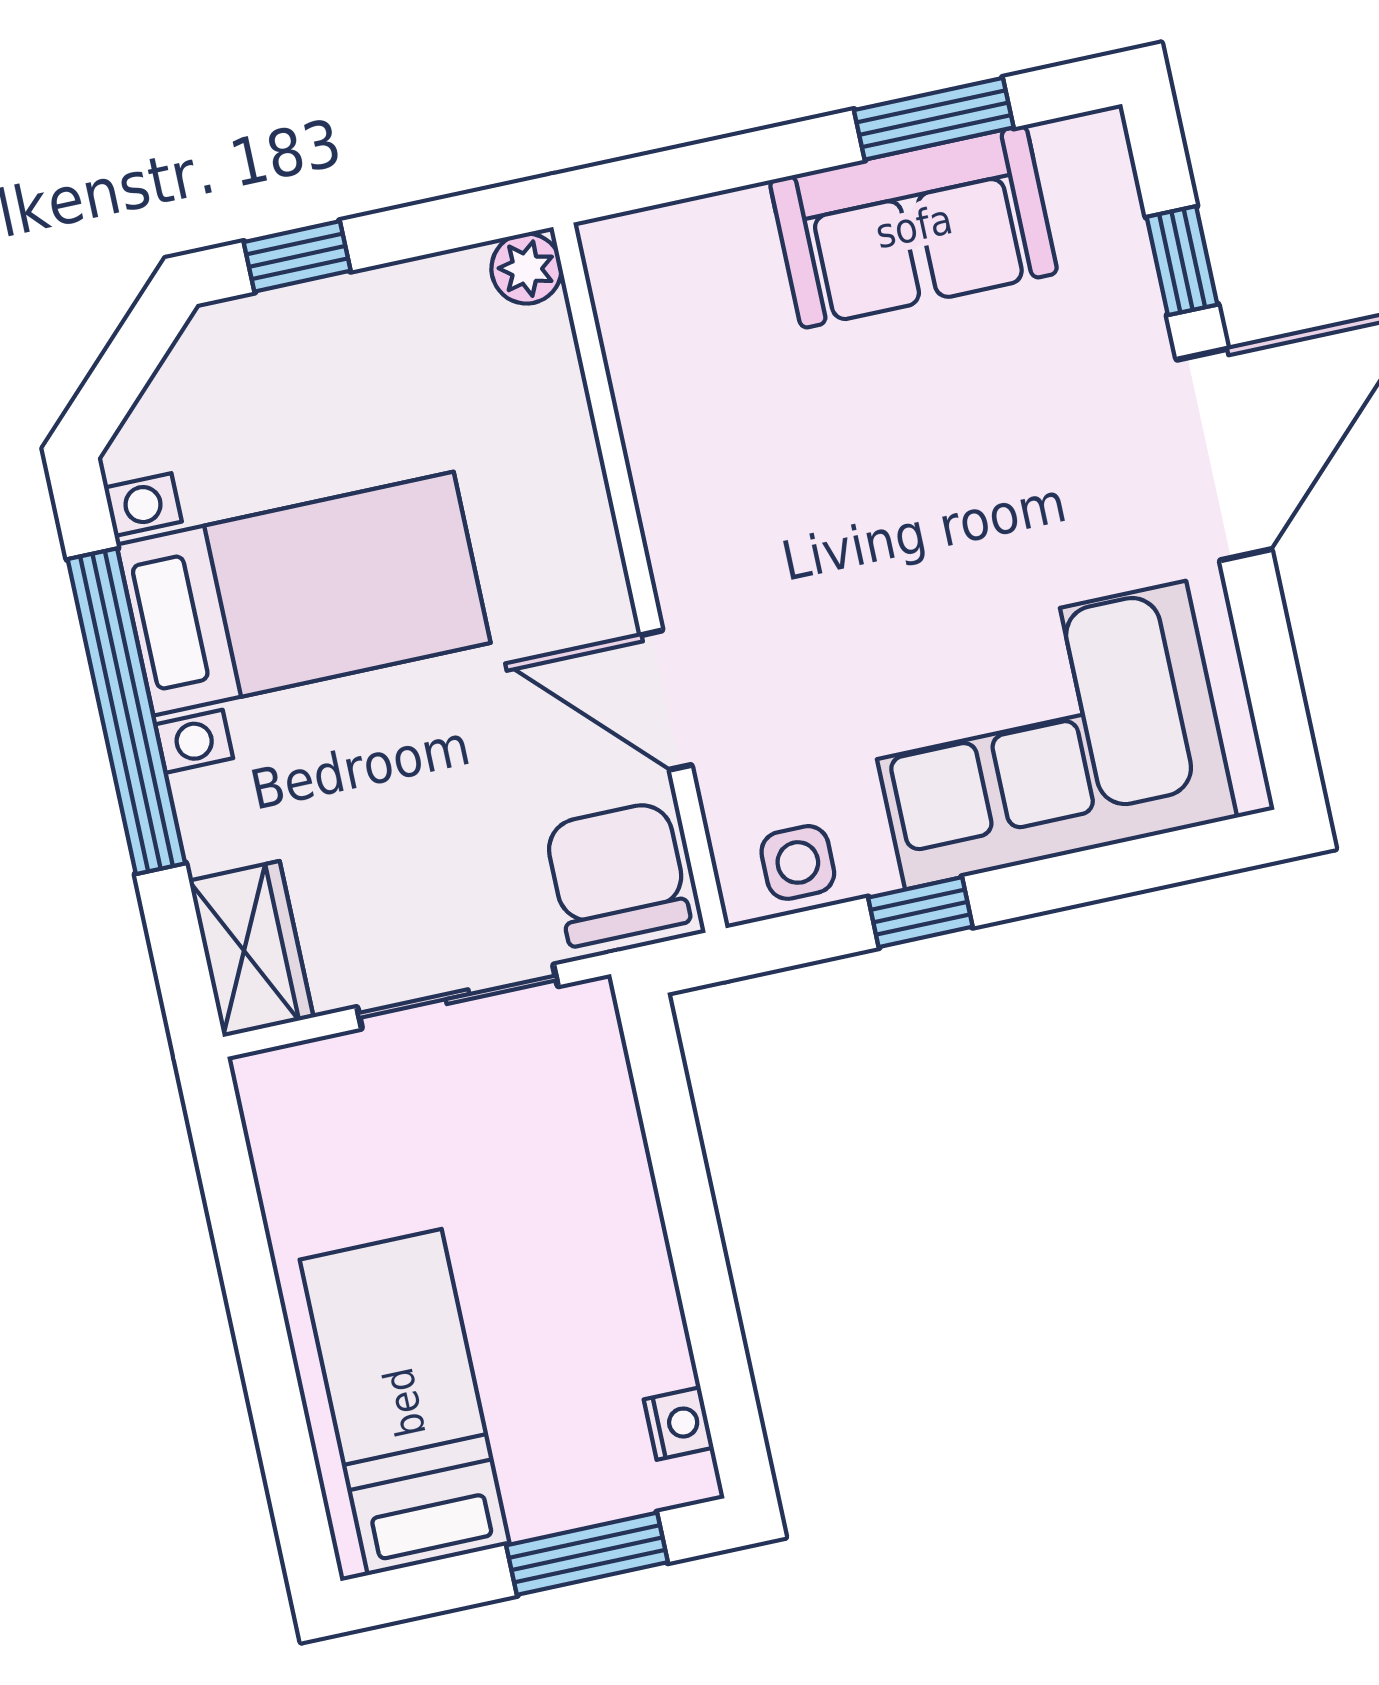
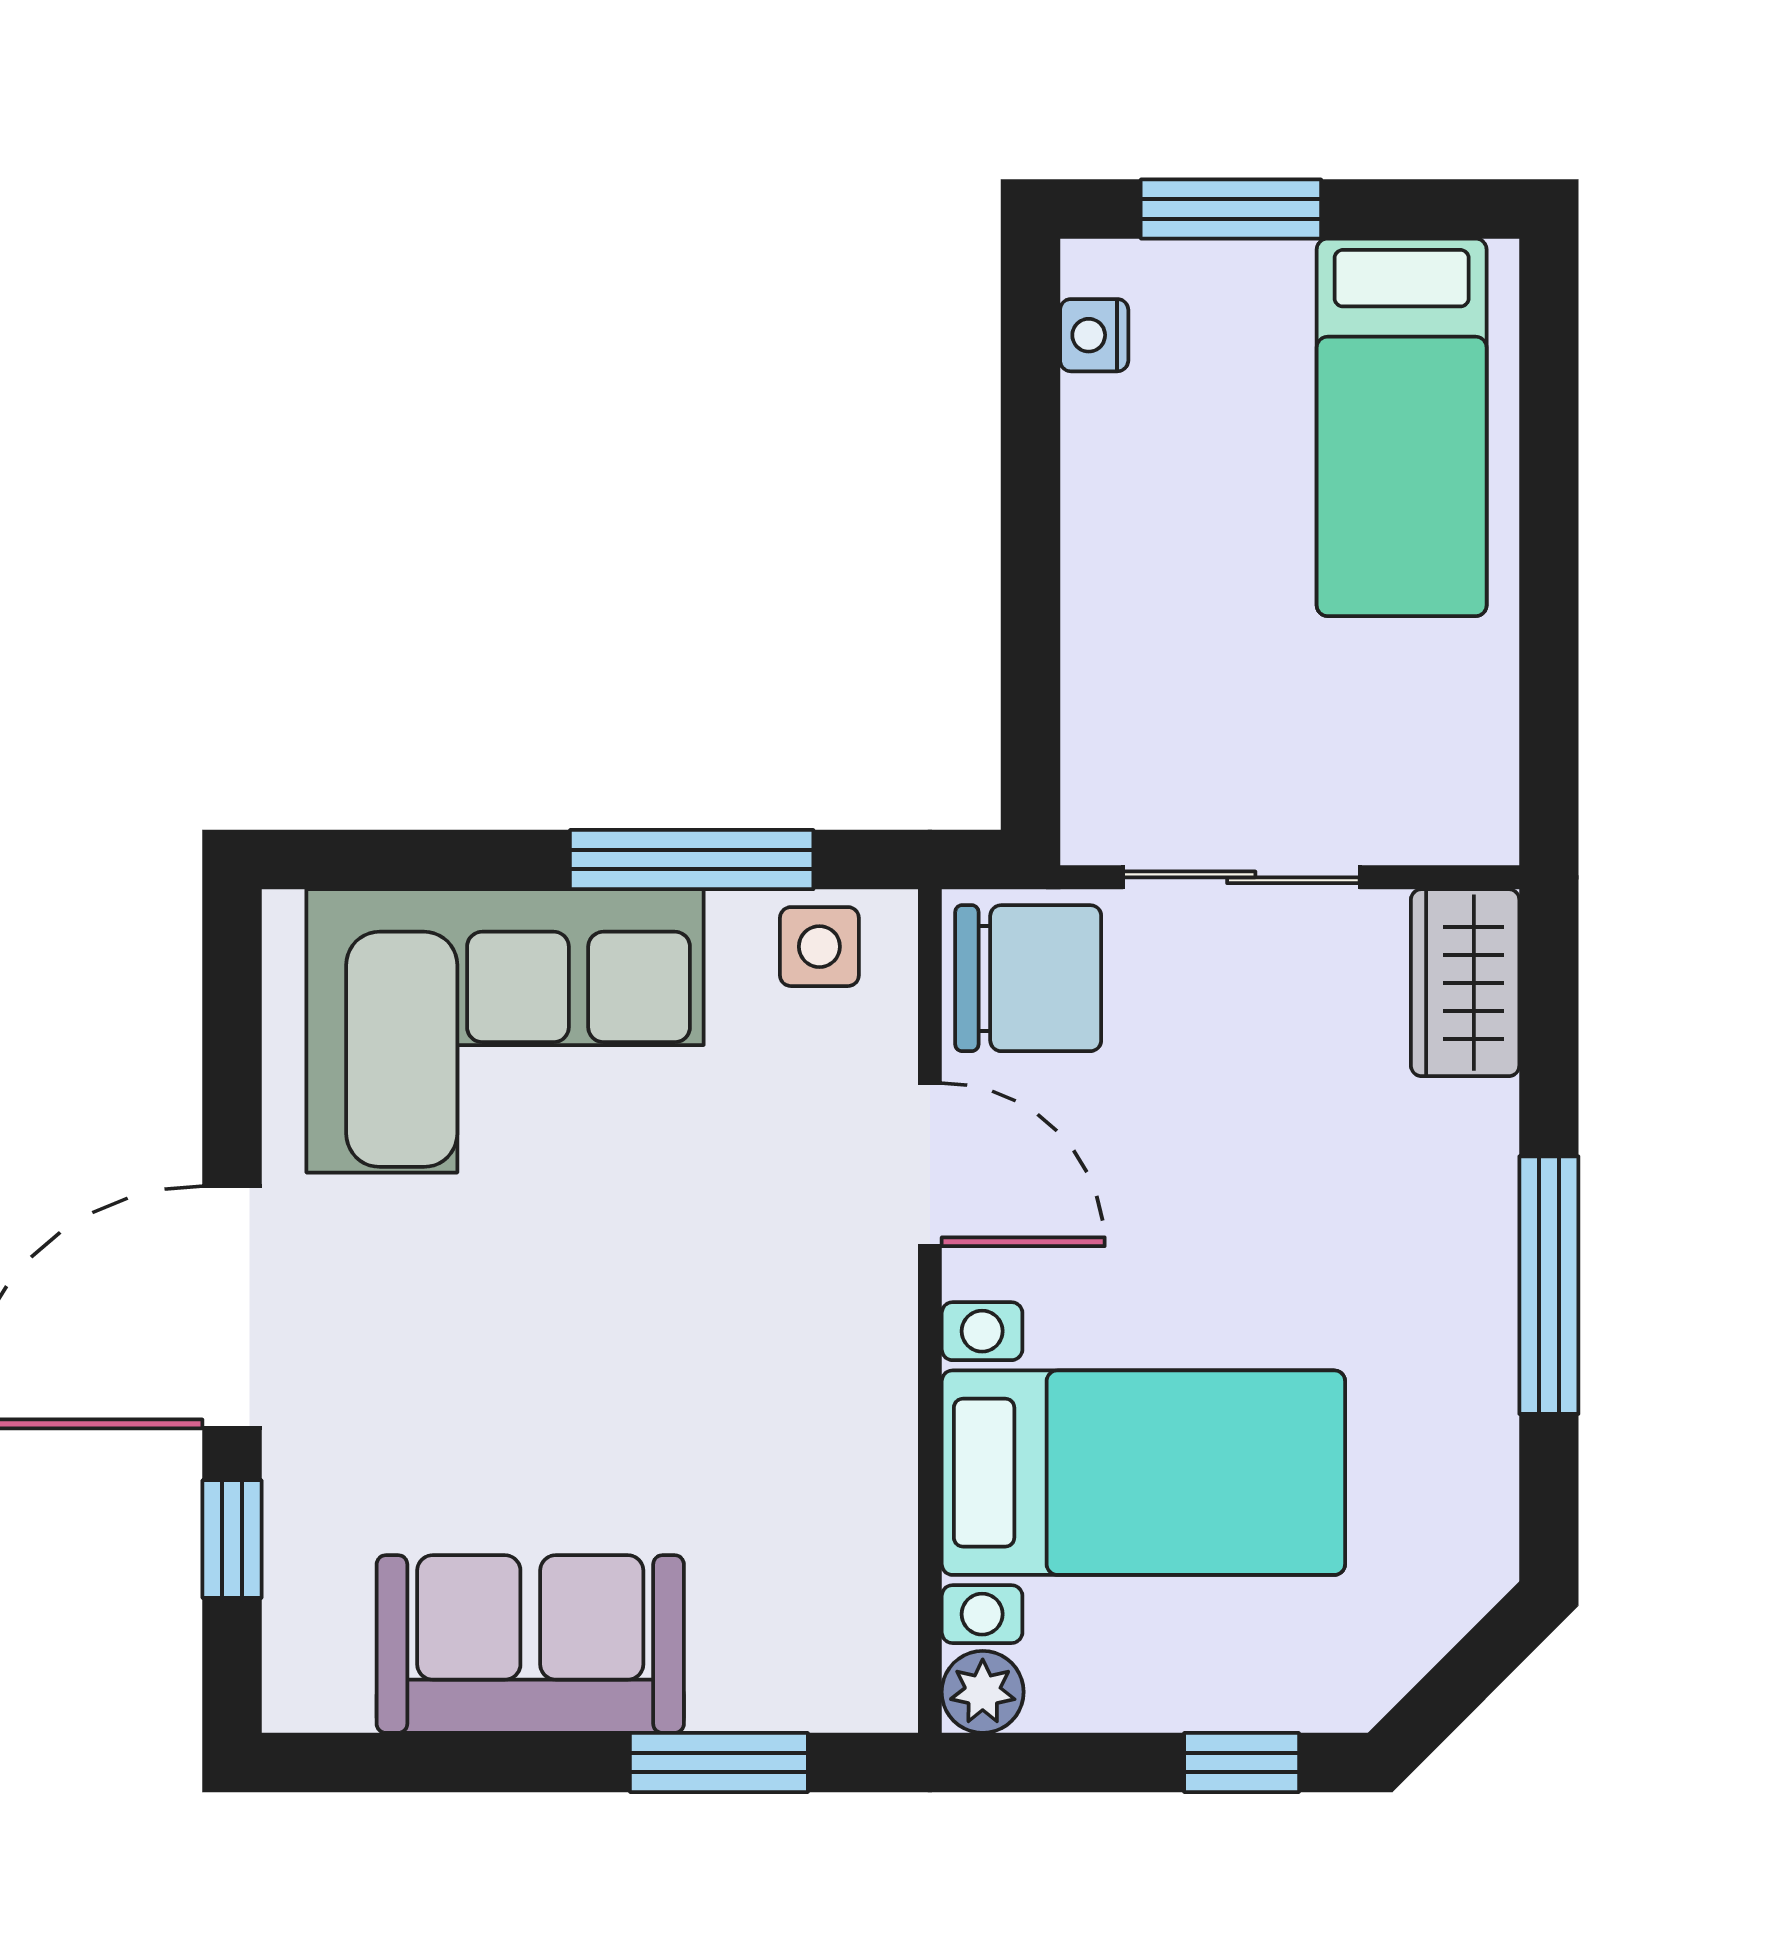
window: (934, 119) -> (719, 1762), moved
bed with nightstands: (304, 594) -> (1143, 1473), moved, turned 180
window: (126, 711) -> (1549, 1285), width x0.68
chair: (617, 874) -> (1028, 978), turned -90
window: (920, 912) -> (692, 860), width x2.17

